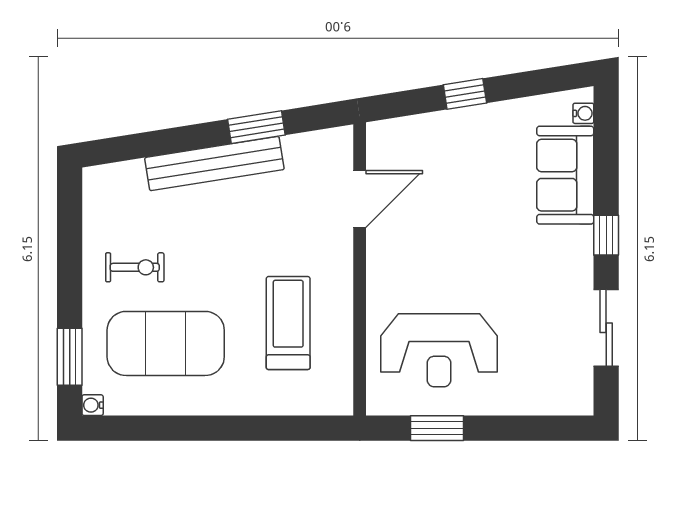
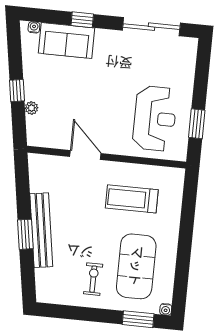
plant: (436, 124) -> (31, 108), added
window: (256, 127) -> (25, 234), moved
door: (360, 199) -> (85, 155), moved
window: (606, 235) -> (82, 20), moved
sliding door: (606, 328) -> (151, 27), width x1.37

